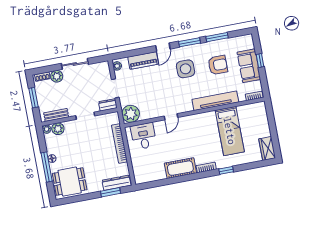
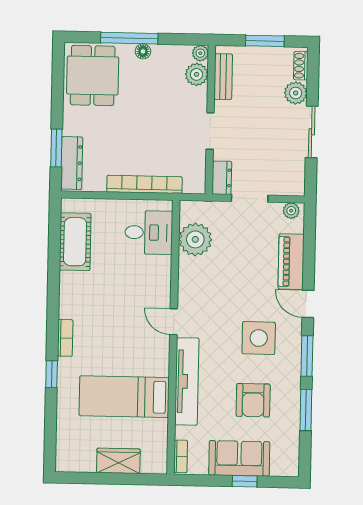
plant: (131, 114) -> (195, 239), moved
door: (171, 117) -> (174, 322), moved
wardrobe: (267, 148) -> (118, 461), moved
cot: (180, 168) -> (75, 242), moved

